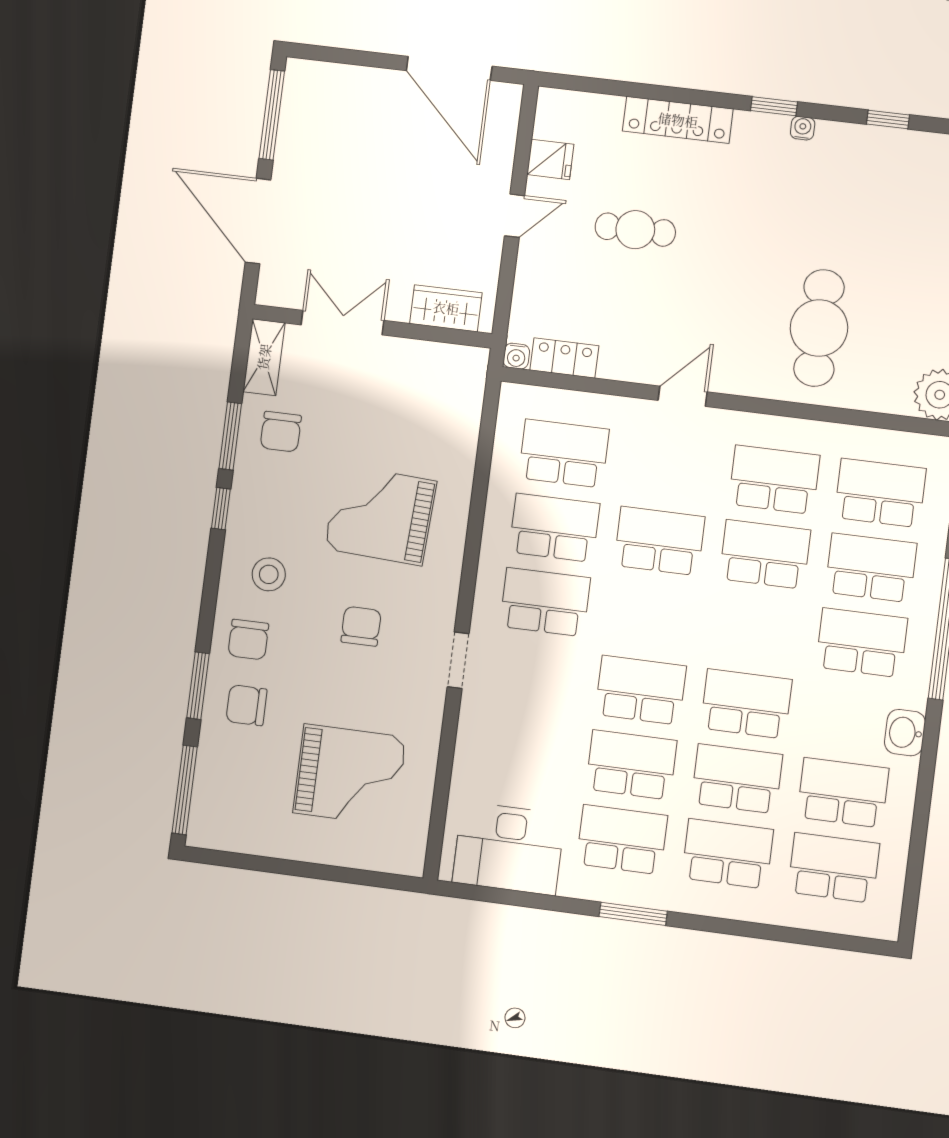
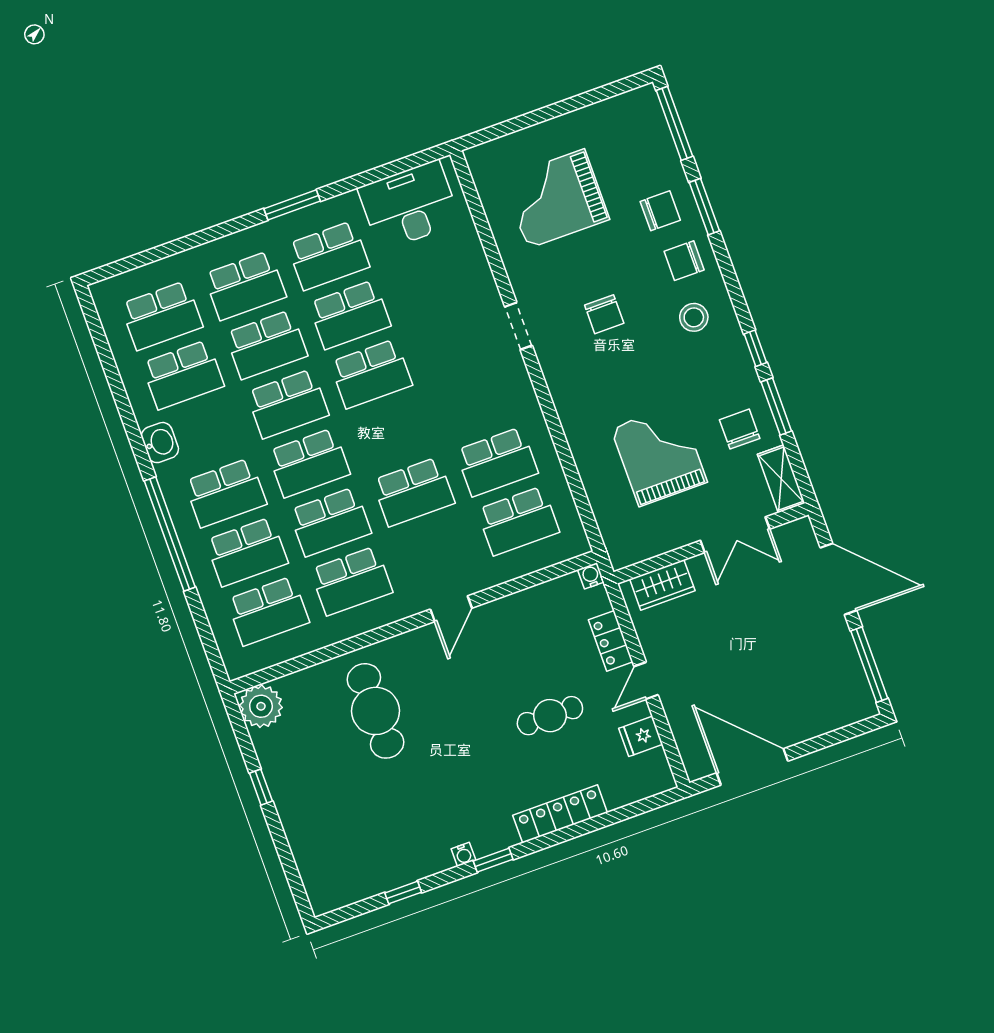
locker: (564, 358) -> (611, 641), moved, turned 90
grand piano: (380, 515) -> (659, 455), moved, turned -93
school desk: (545, 602) -> (309, 463), moved
chair: (248, 640) -> (684, 261), turned -90

